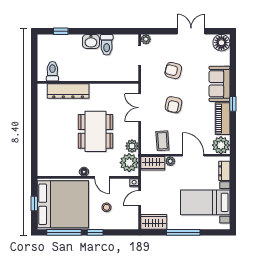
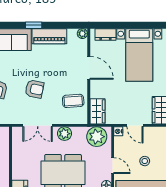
plant: (221, 145) -> (82, 34), width x0.53, depth x0.53
plant: (132, 146) -> (64, 134), moved
door: (193, 155) -> (89, 68), swing flipped
plant: (170, 161) -> (95, 92), removed
door: (102, 177) -> (113, 166), hinge flipped

